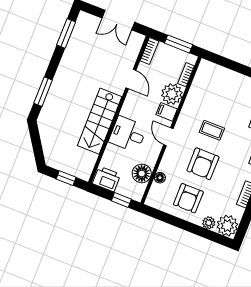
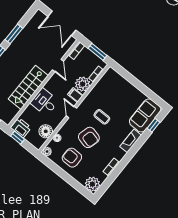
double door: (118, 20) -> (62, 23), width x1.37
window: (66, 33) -> (14, 34), moved
armchair: (203, 164) -> (89, 137), turned -76
armchair: (188, 198) -> (72, 158), turned 90
window: (121, 200) -> (18, 138), moved
plant: (209, 223) -> (47, 152), moved

